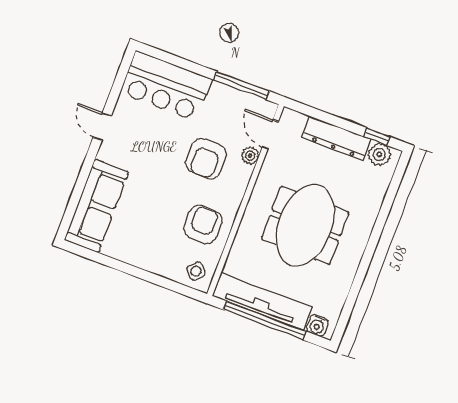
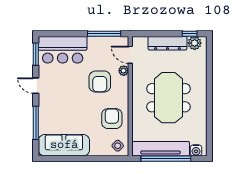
window: (121, 77) -> (36, 54), added
window: (80, 186) -> (36, 123), added
sofa: (96, 206) -> (64, 145), moved, turned -90

